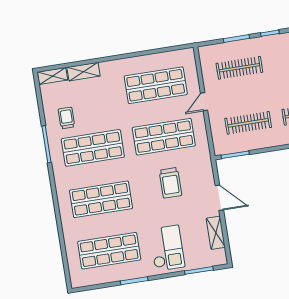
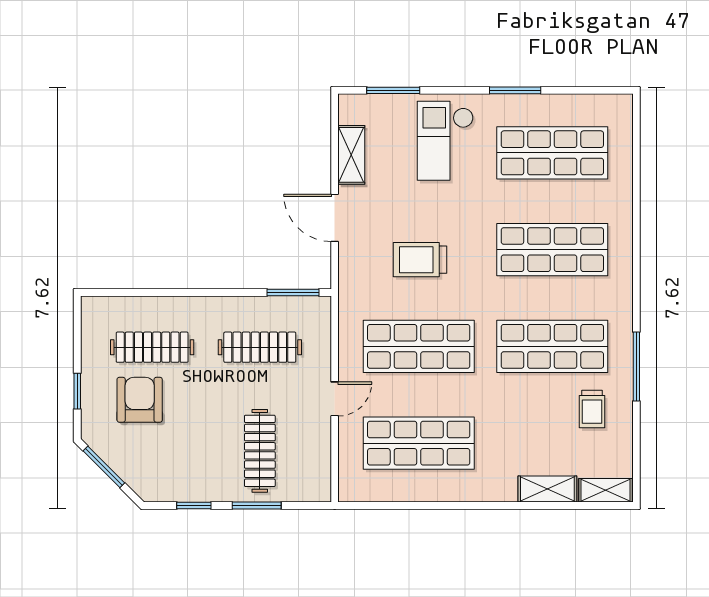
clothes rail: (239, 68) -> (260, 451), turned 90
trolley: (170, 183) -> (420, 260), turned -90

